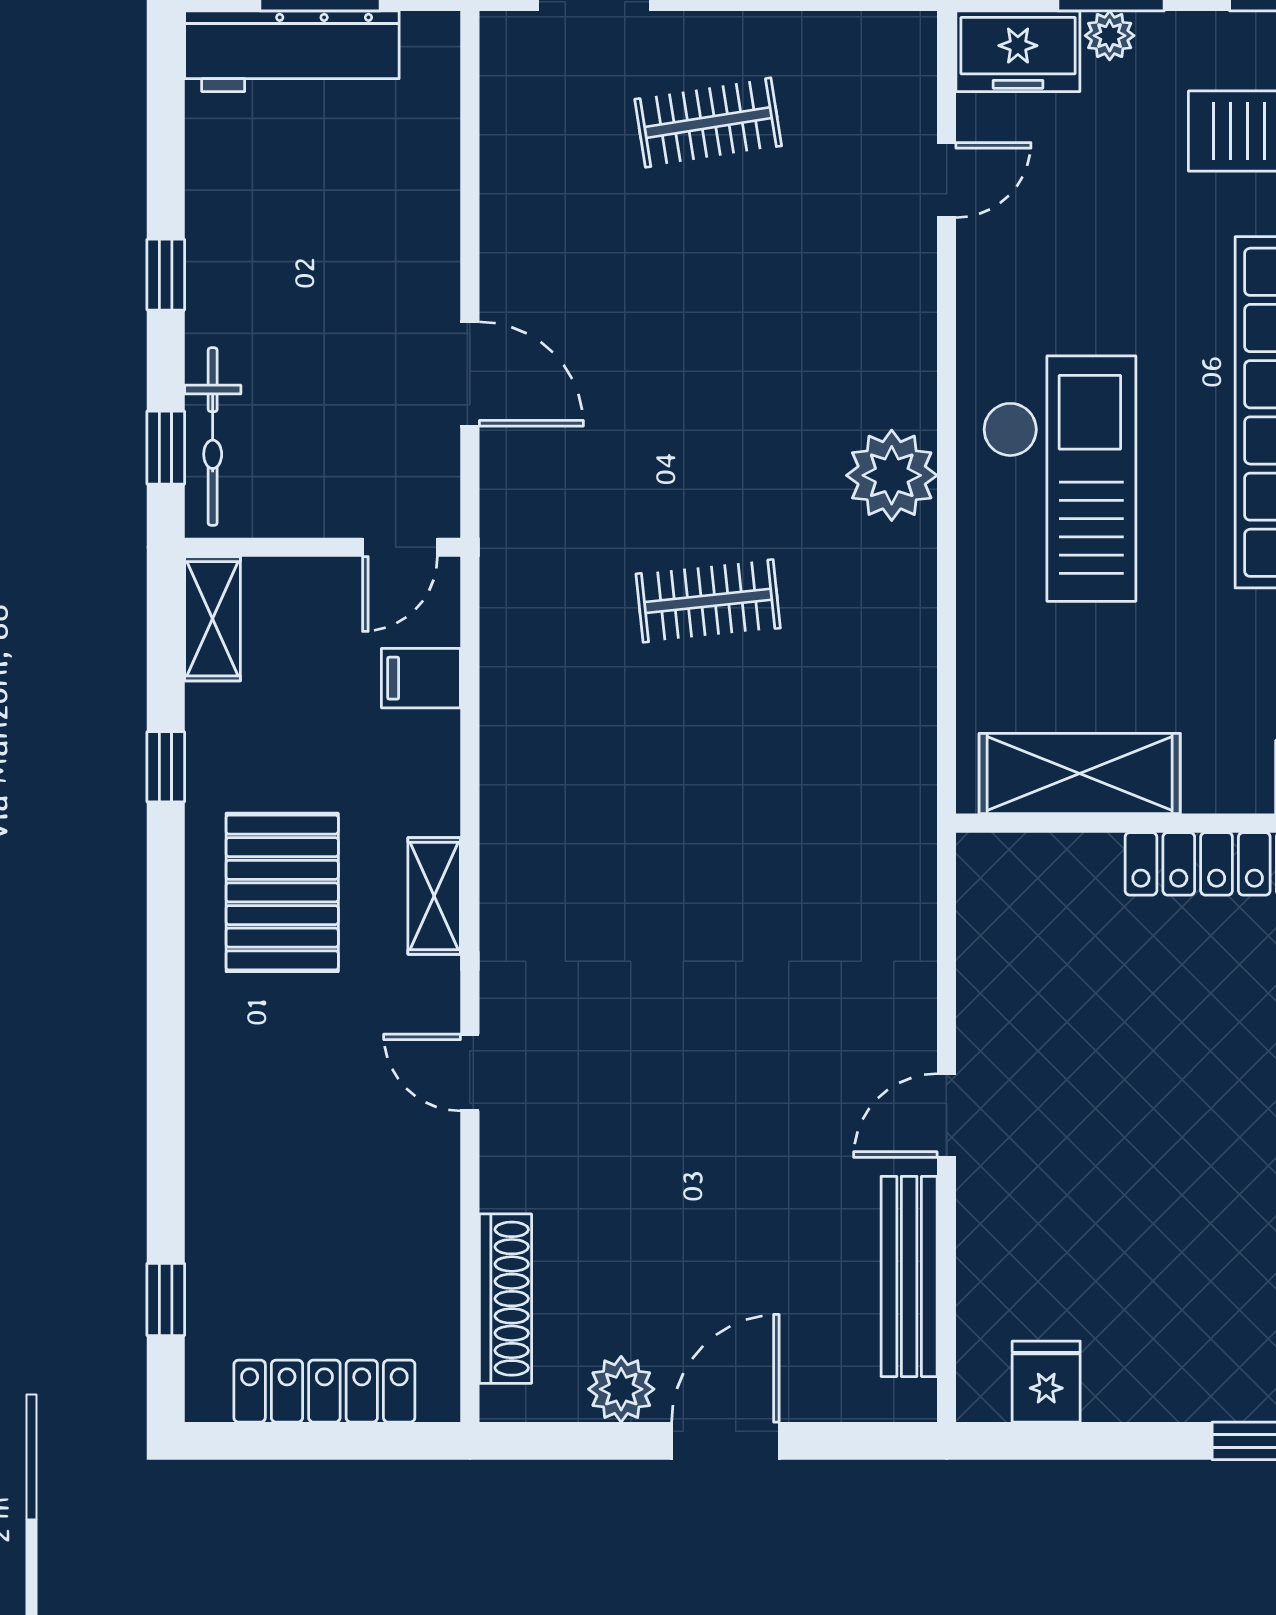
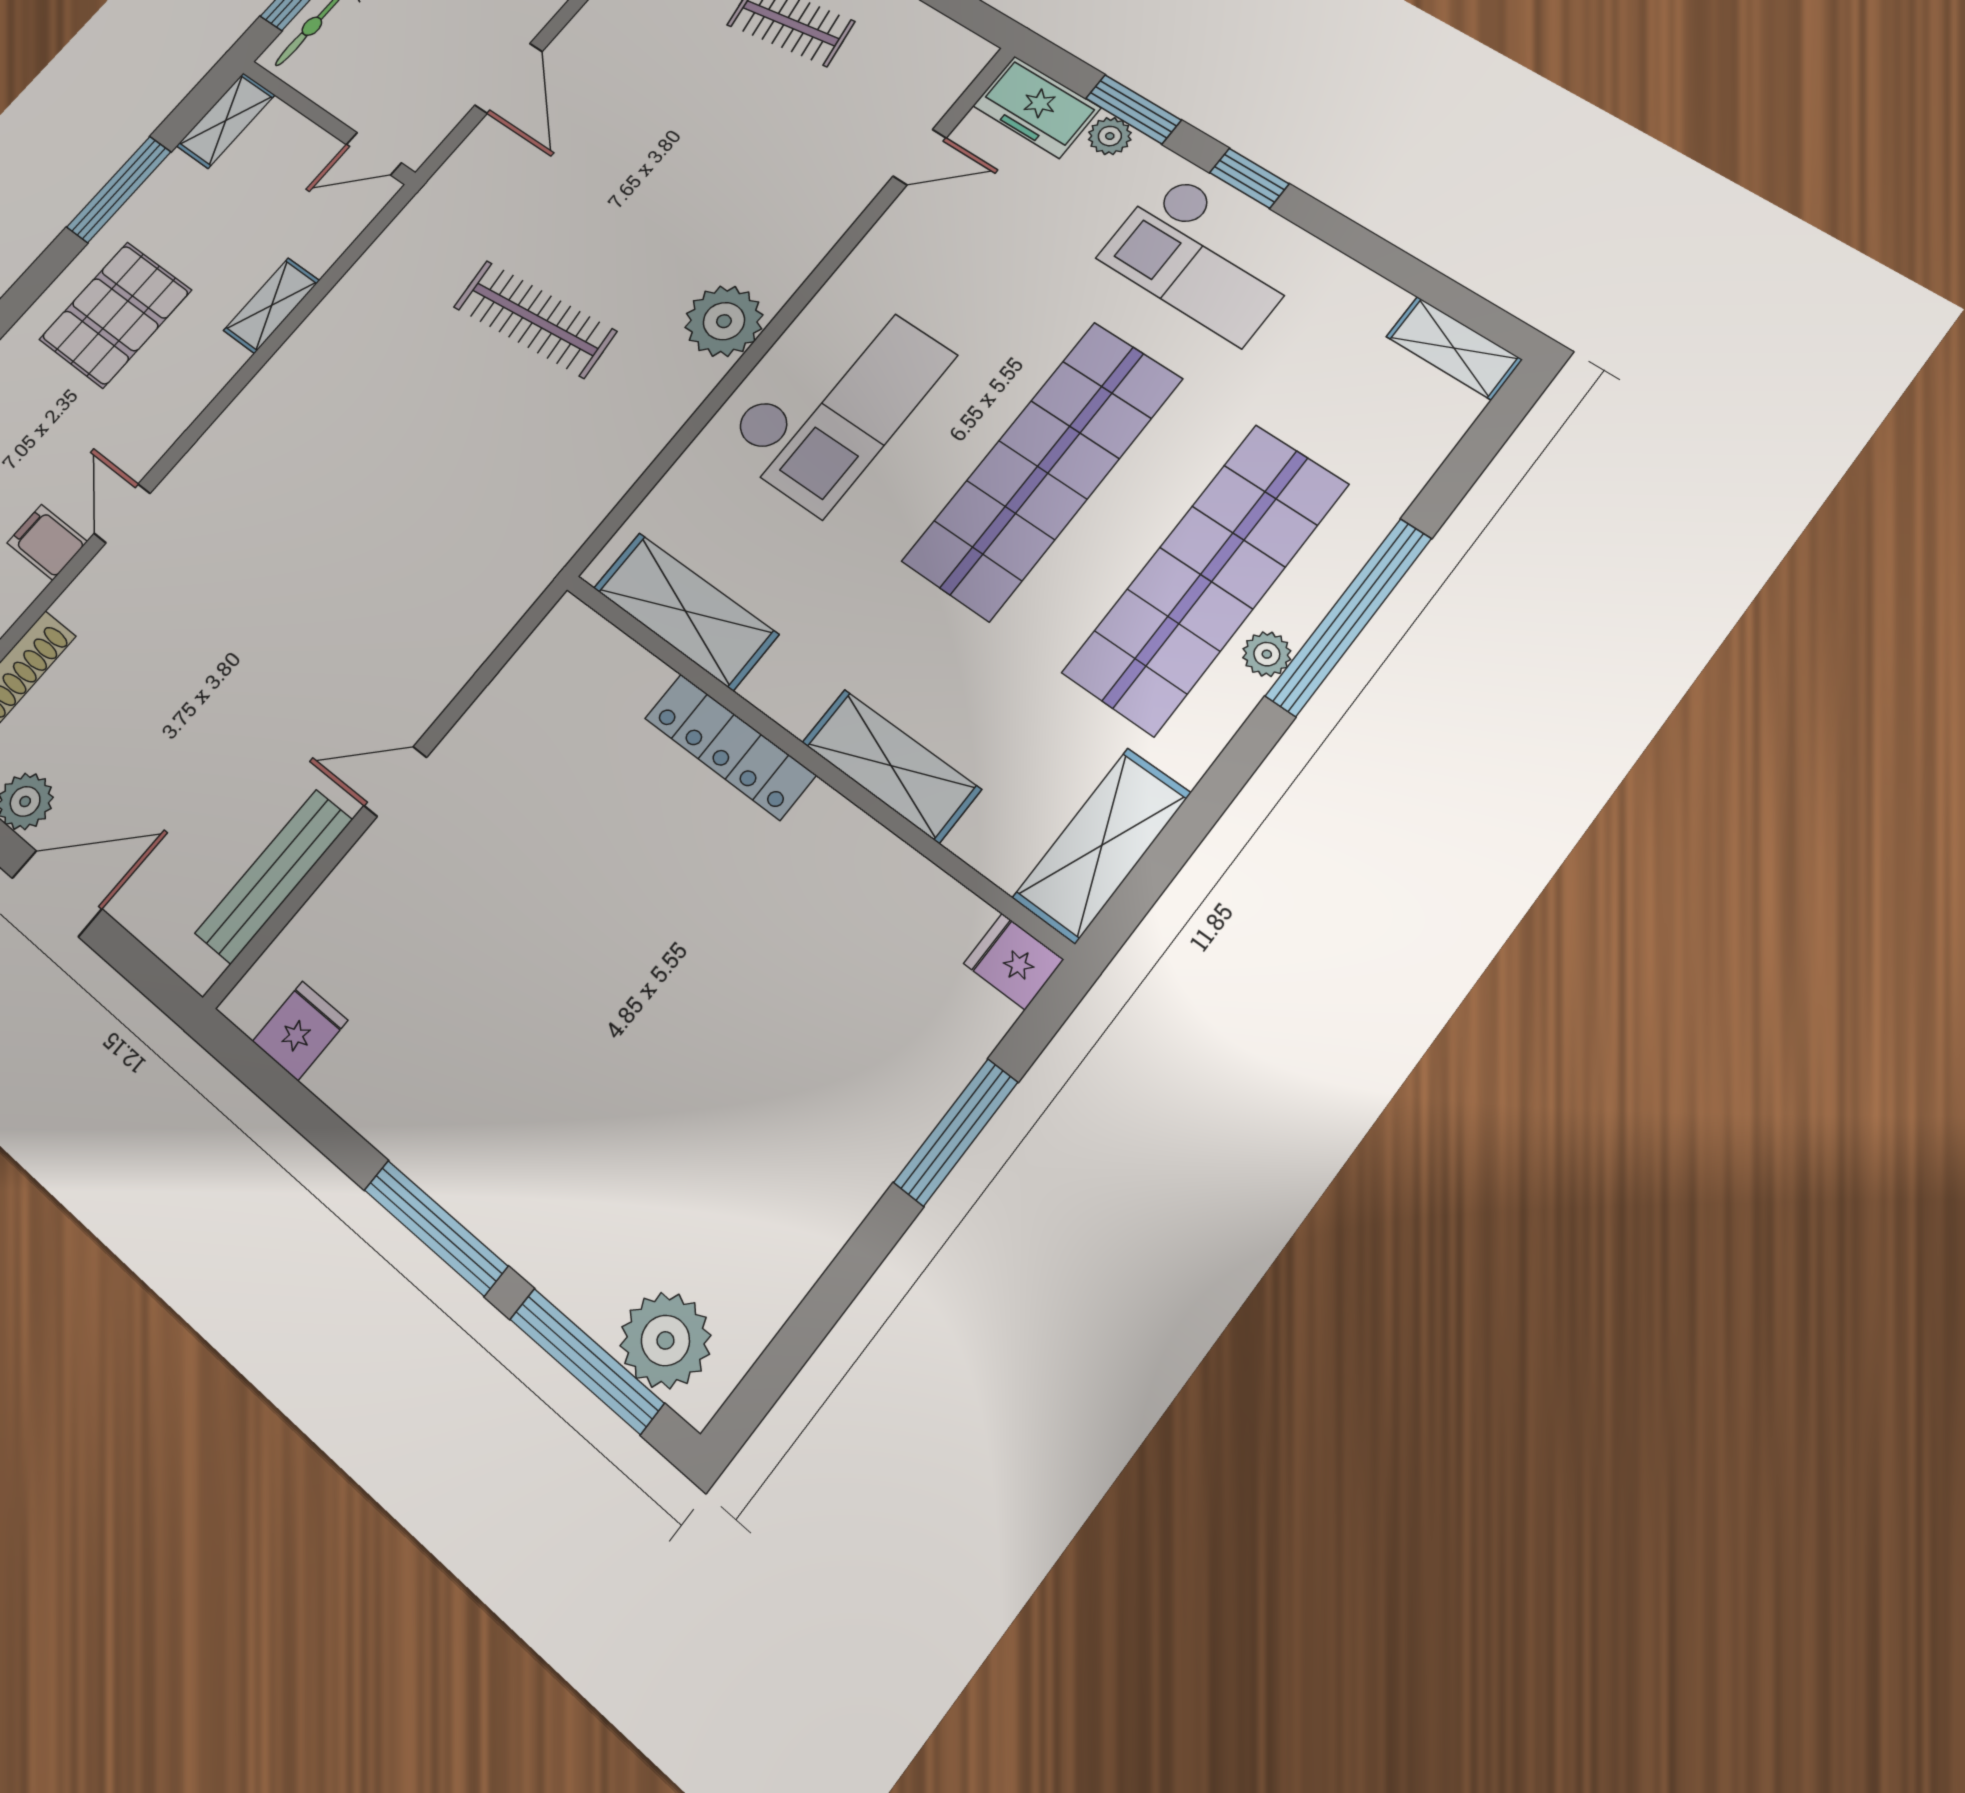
clothes rail: (708, 601) -> (535, 319), width x1.36
filing cabinet: (421, 678) -> (47, 542), moved
window: (166, 767) -> (119, 189), width x2.17
shelving: (434, 896) -> (272, 306), moved

